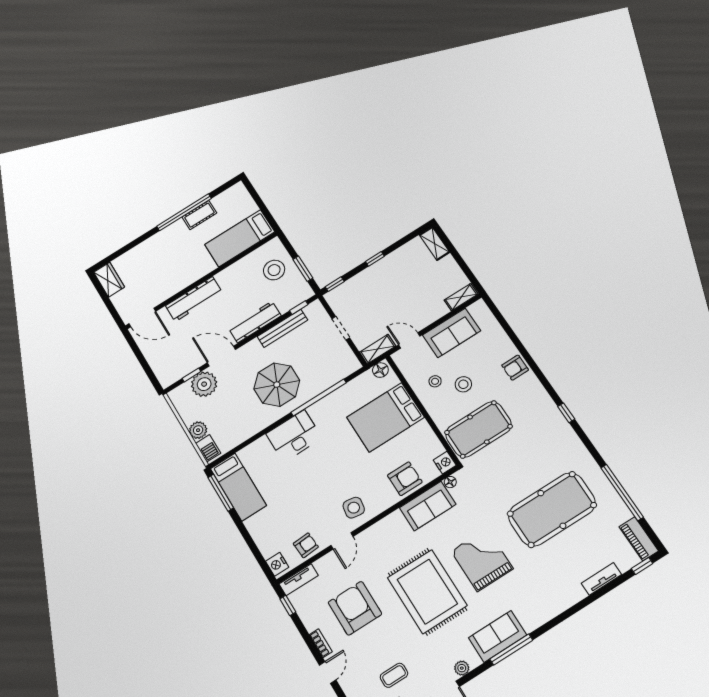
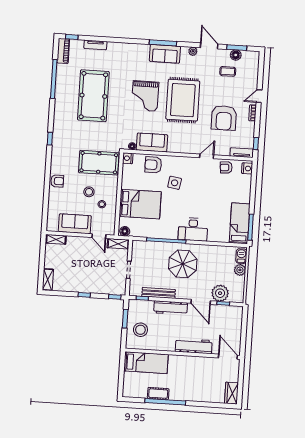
side table: (354, 508) -> (175, 183), moved
pool table: (552, 509) -> (93, 96), turned 90

